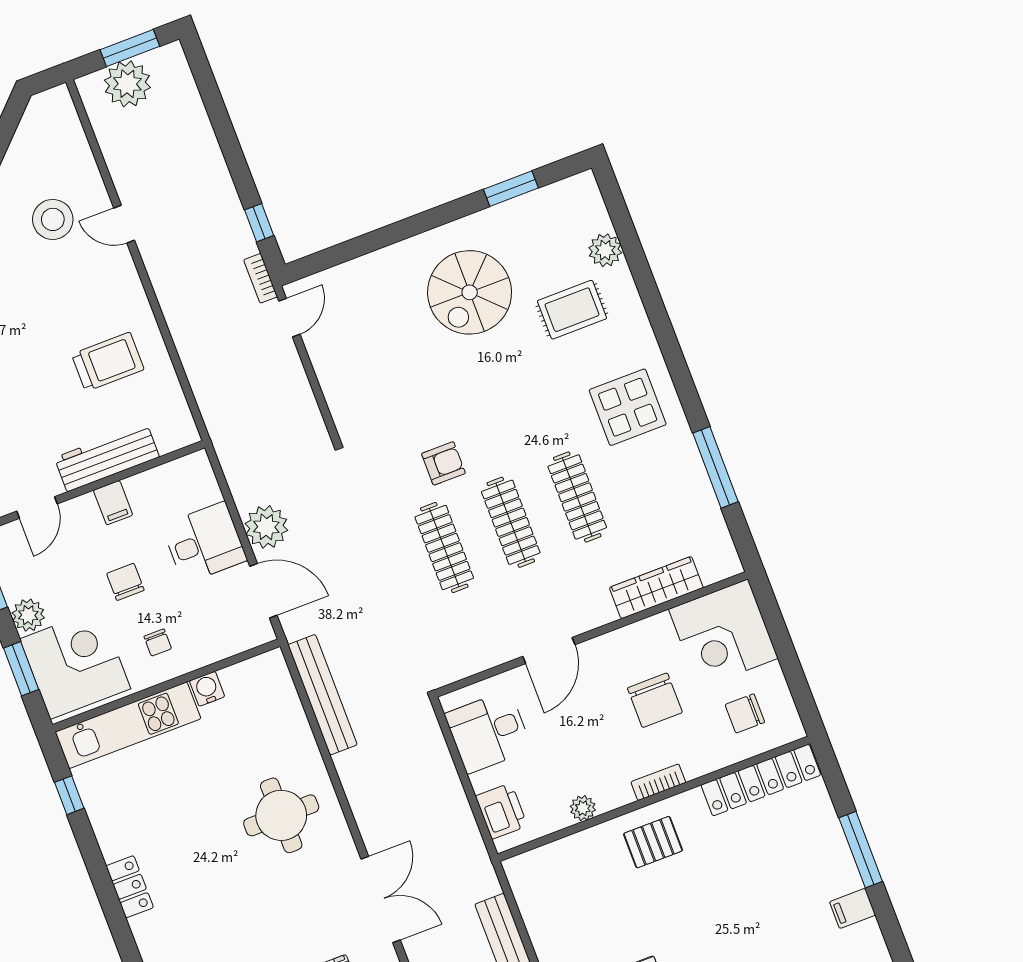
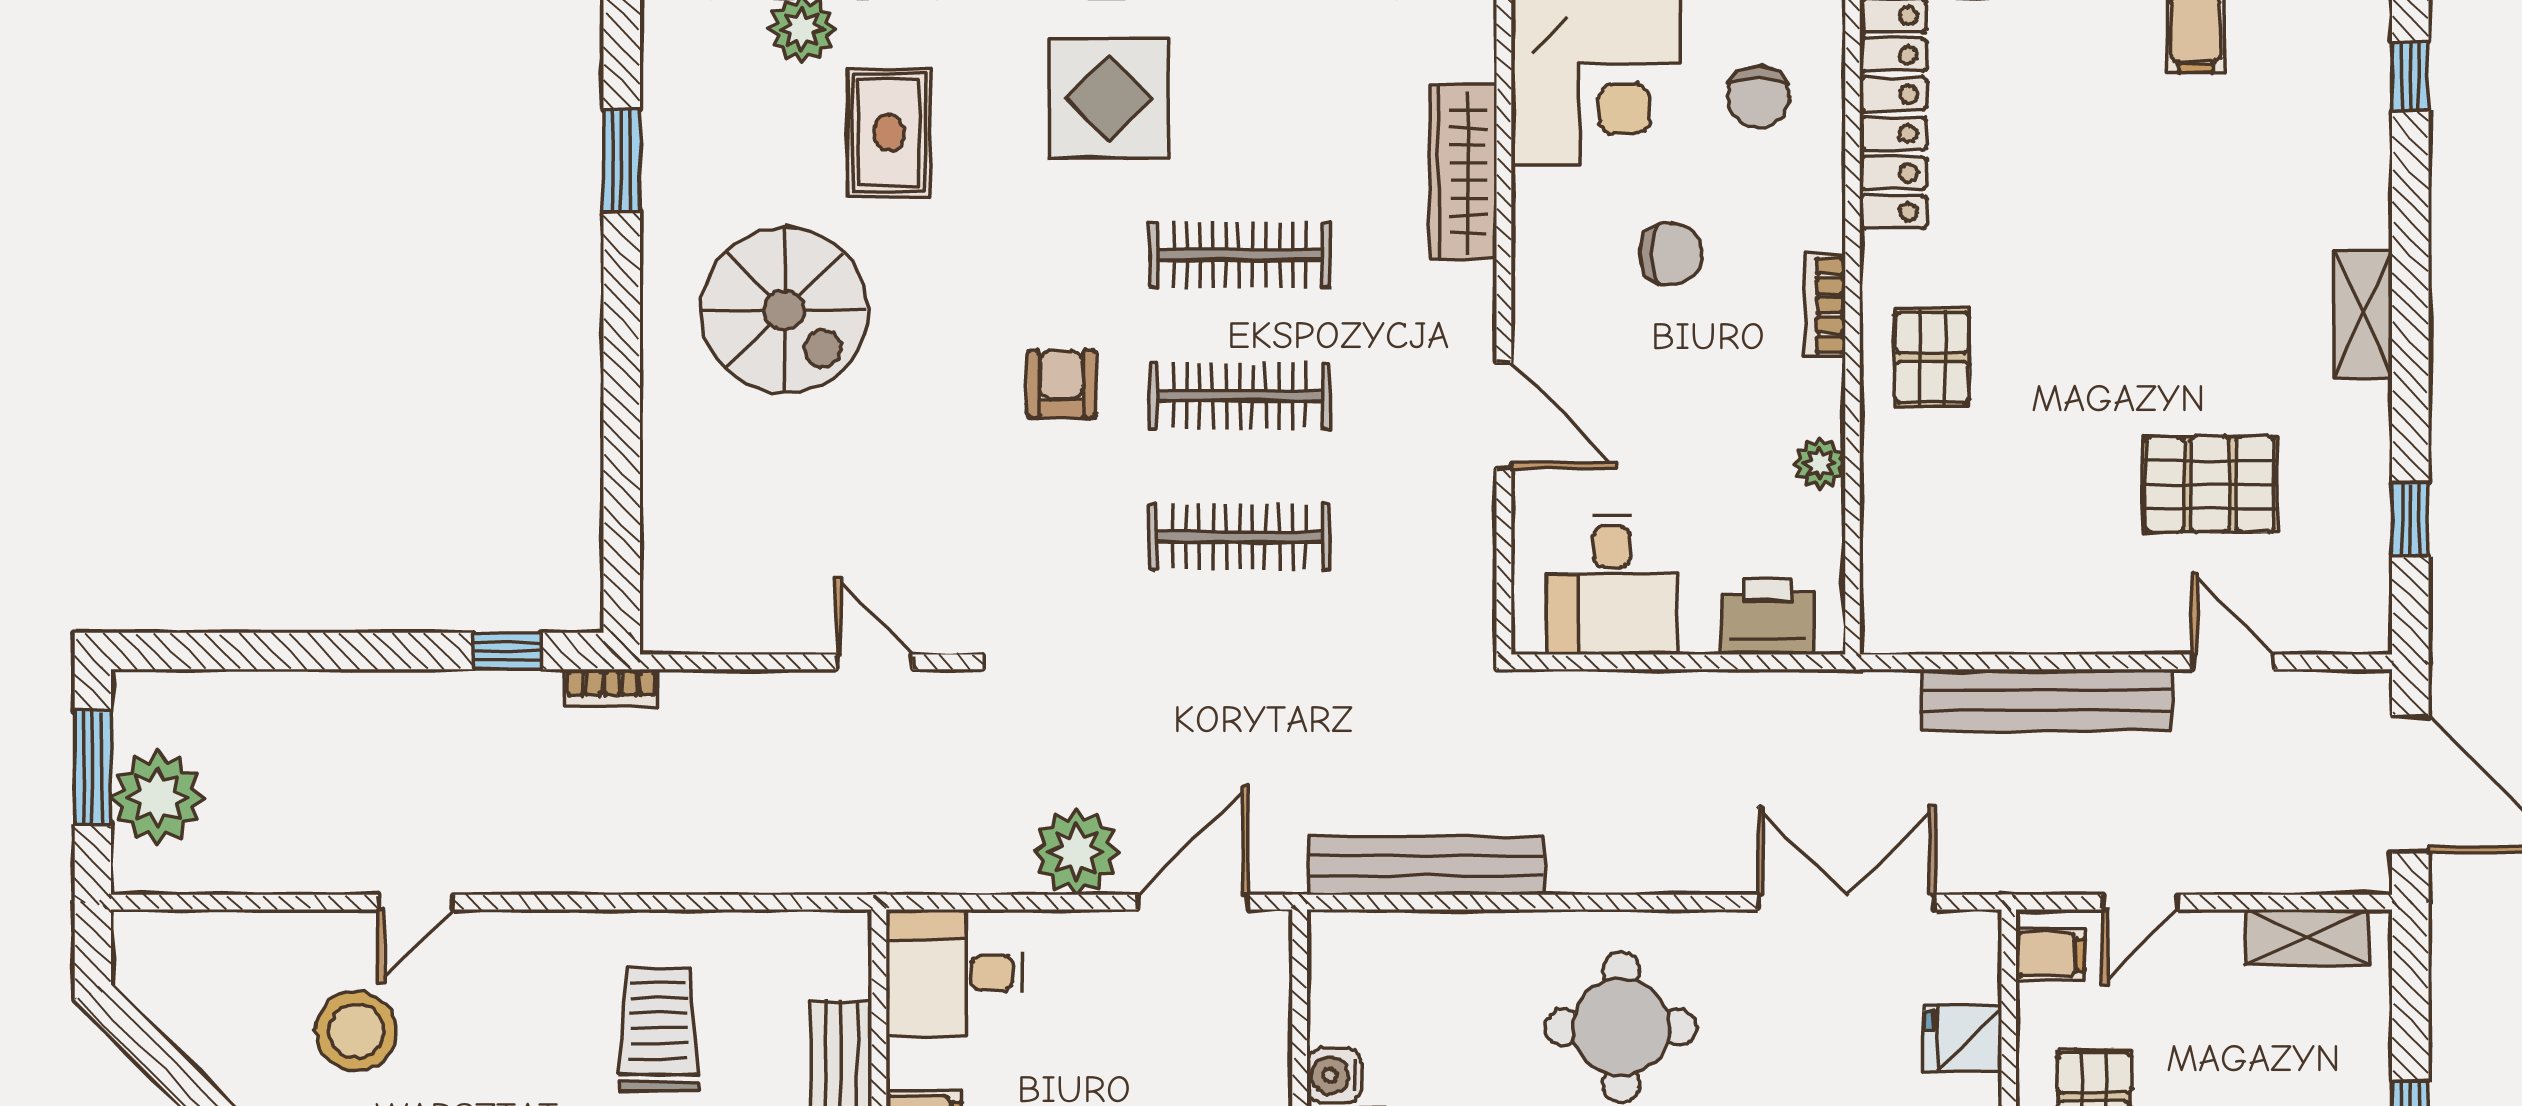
door: (289, 318) -> (874, 662), moved
armchair: (443, 463) -> (1061, 384), moved
desk: (204, 543) -> (955, 973), moved, turned -90
chair: (655, 700) -> (1671, 254), width x0.73, depth x0.73

